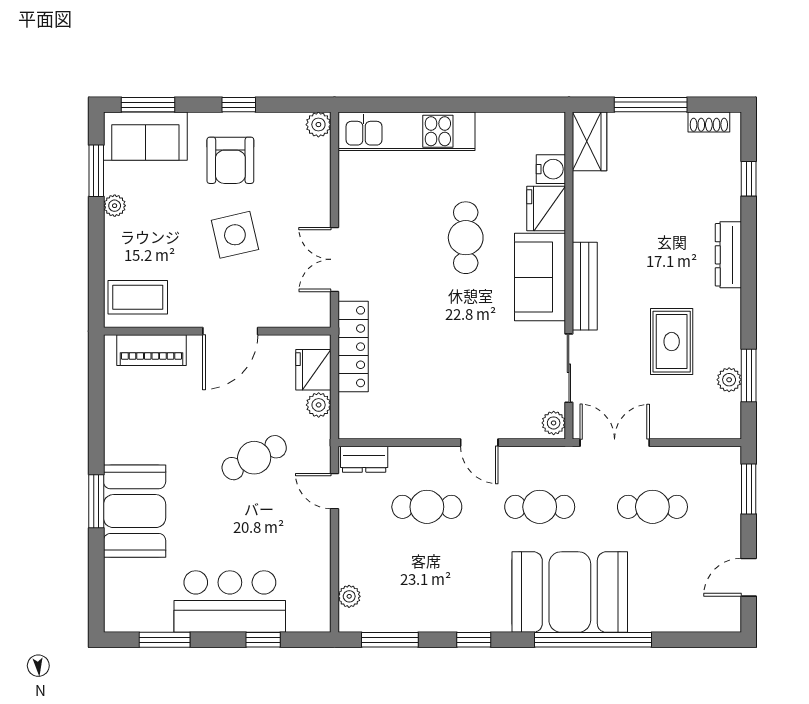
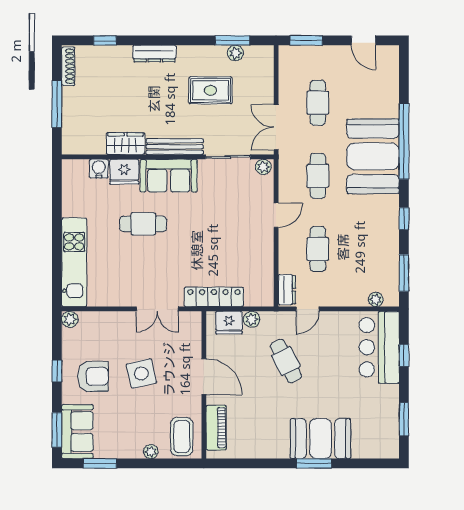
shoe rack: (709, 122) -> (68, 66), width x1.43
wardrobe: (590, 141) -> (126, 144), moved
plant: (115, 206) -> (151, 452), moved
bar counter: (230, 602) -> (379, 347), moved

